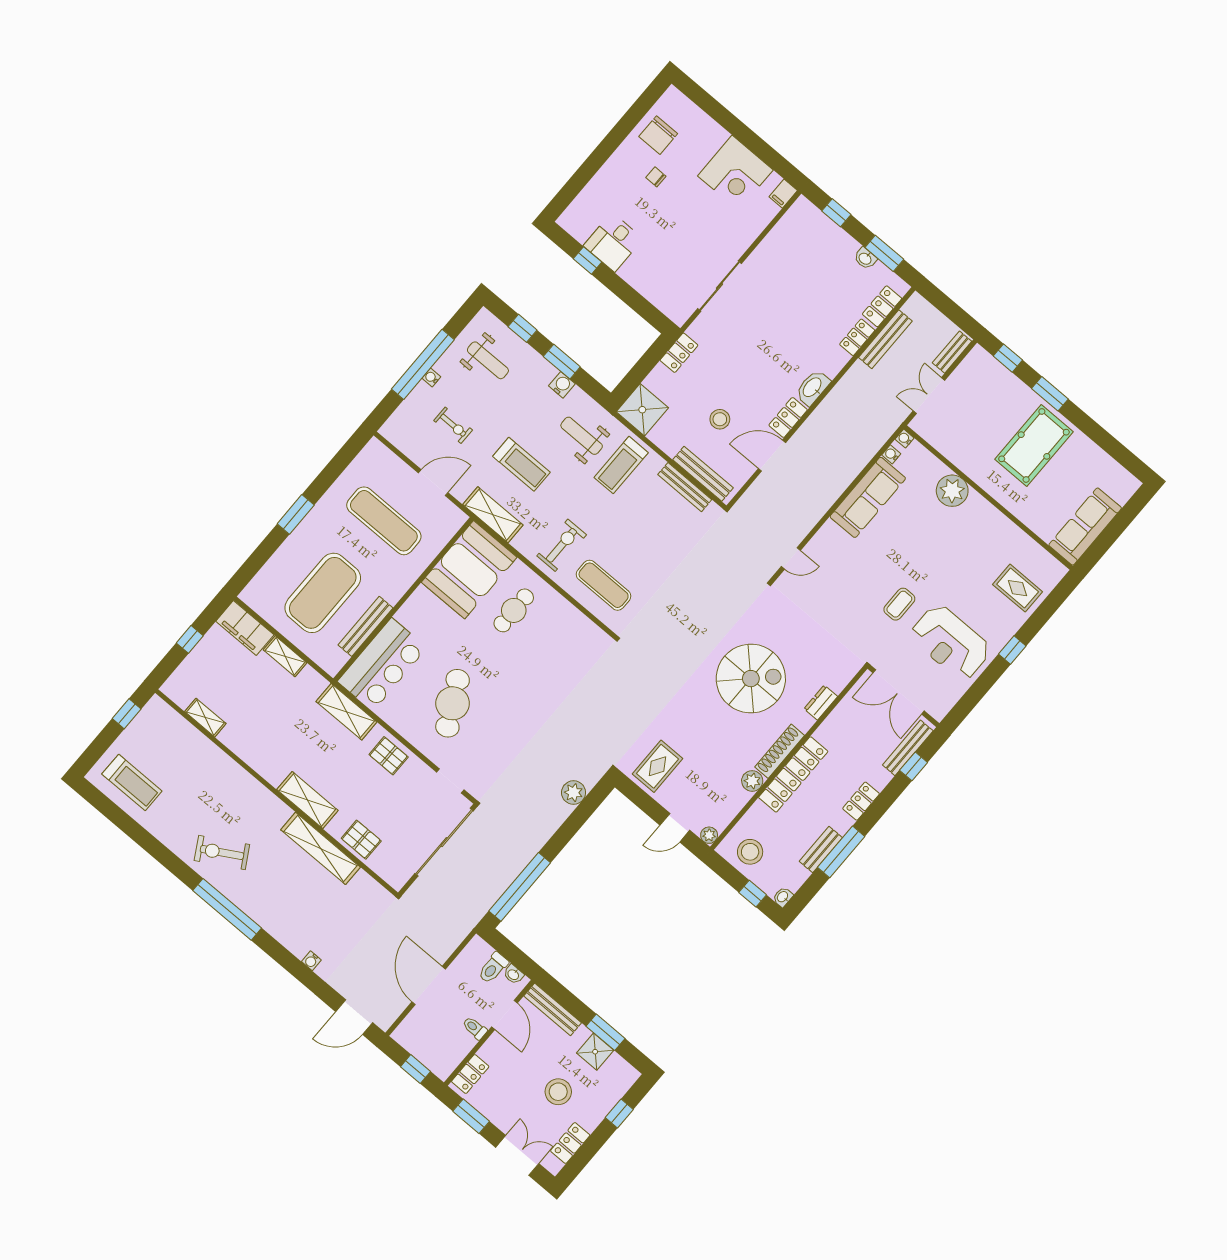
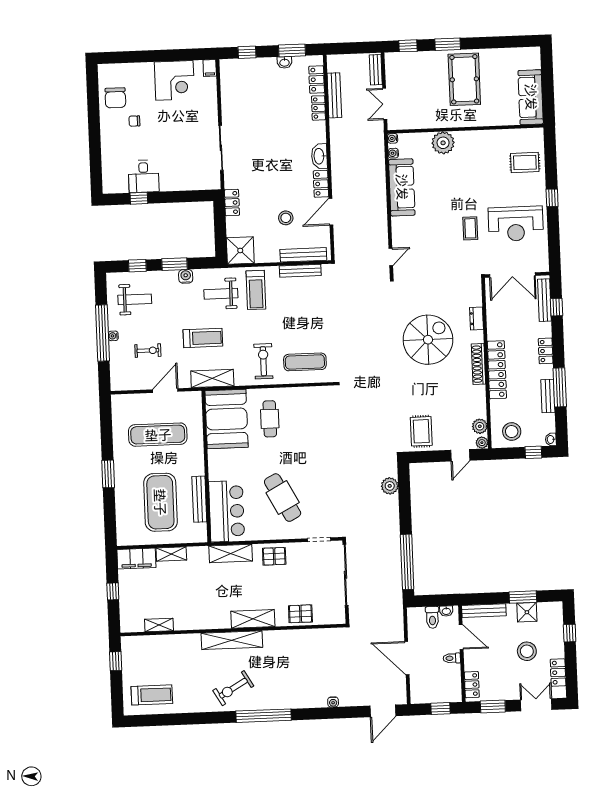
plant: (752, 781) -> (480, 426), moved
shelving: (321, 848) -> (232, 640), moved

